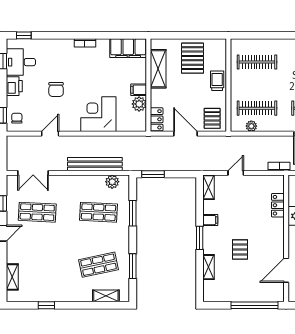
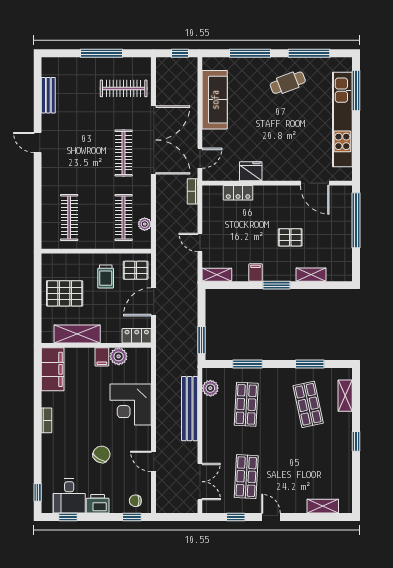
trolley: (217, 81) -> (106, 277), moved, turned -90
chair: (56, 89) -> (101, 454), turned -59
window: (46, 305) -> (356, 441), moved

